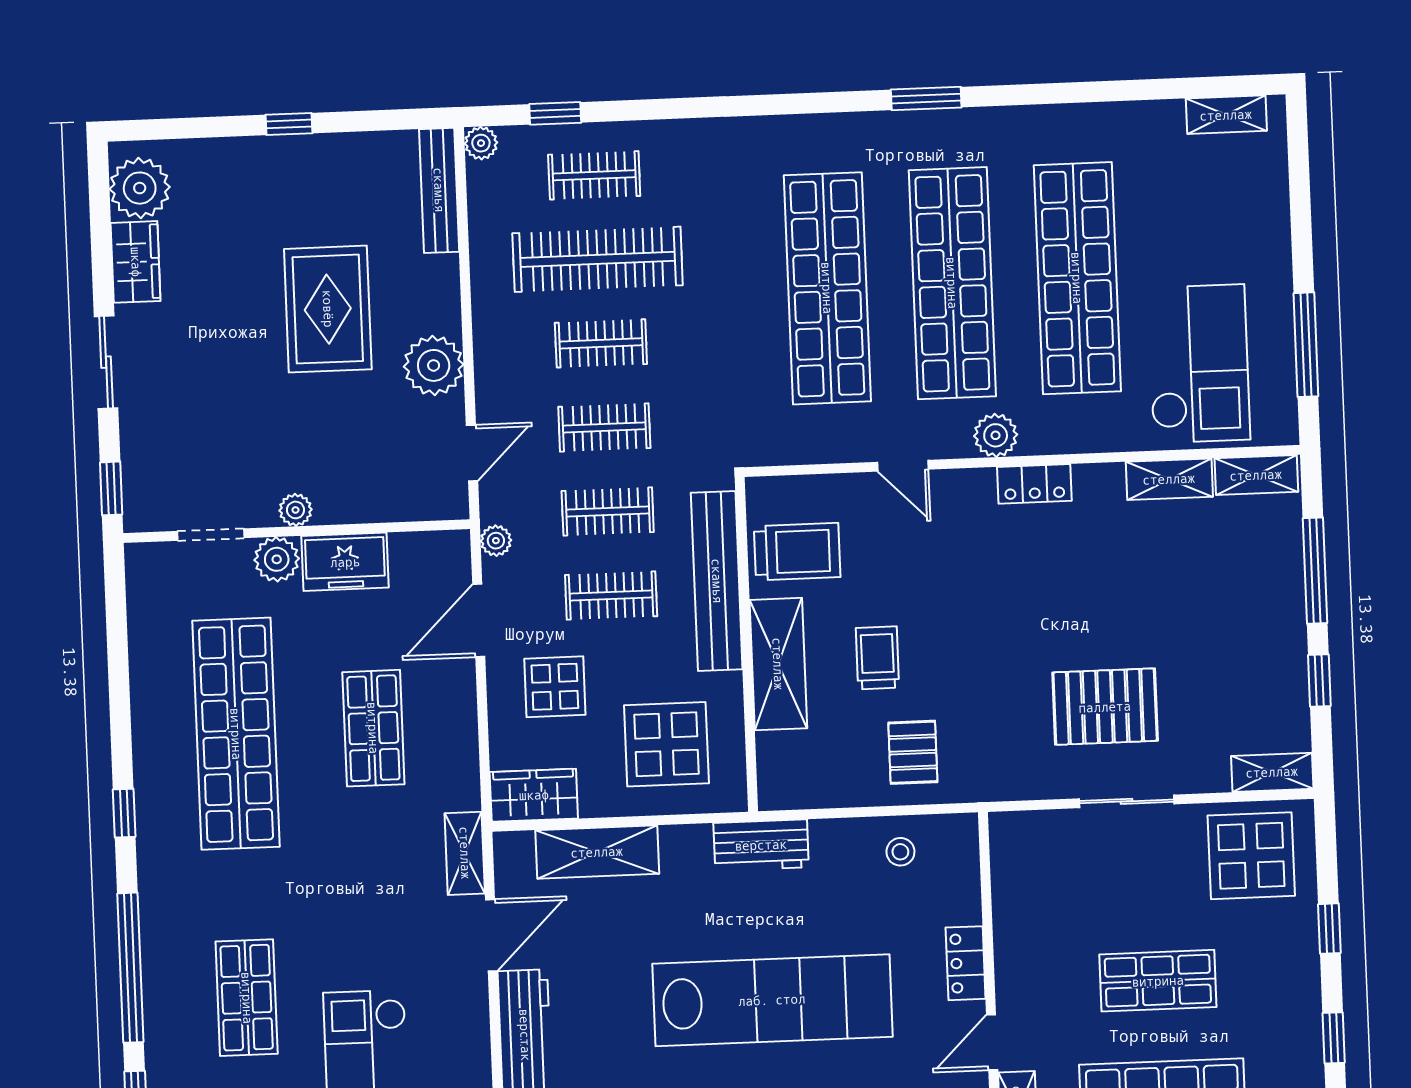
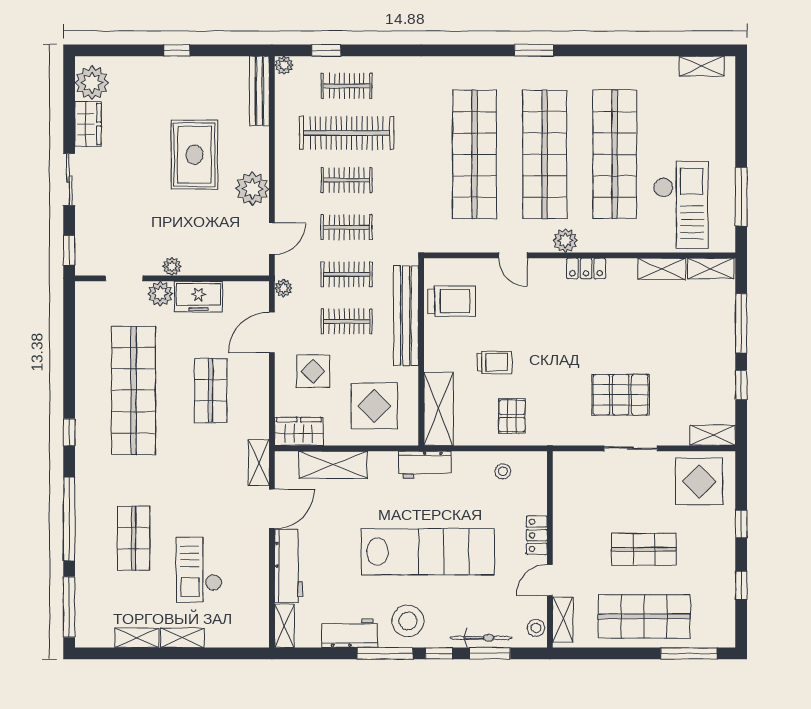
trolley: (877, 658) -> (494, 362), turned 90
shelving: (778, 664) -> (439, 409), moved

